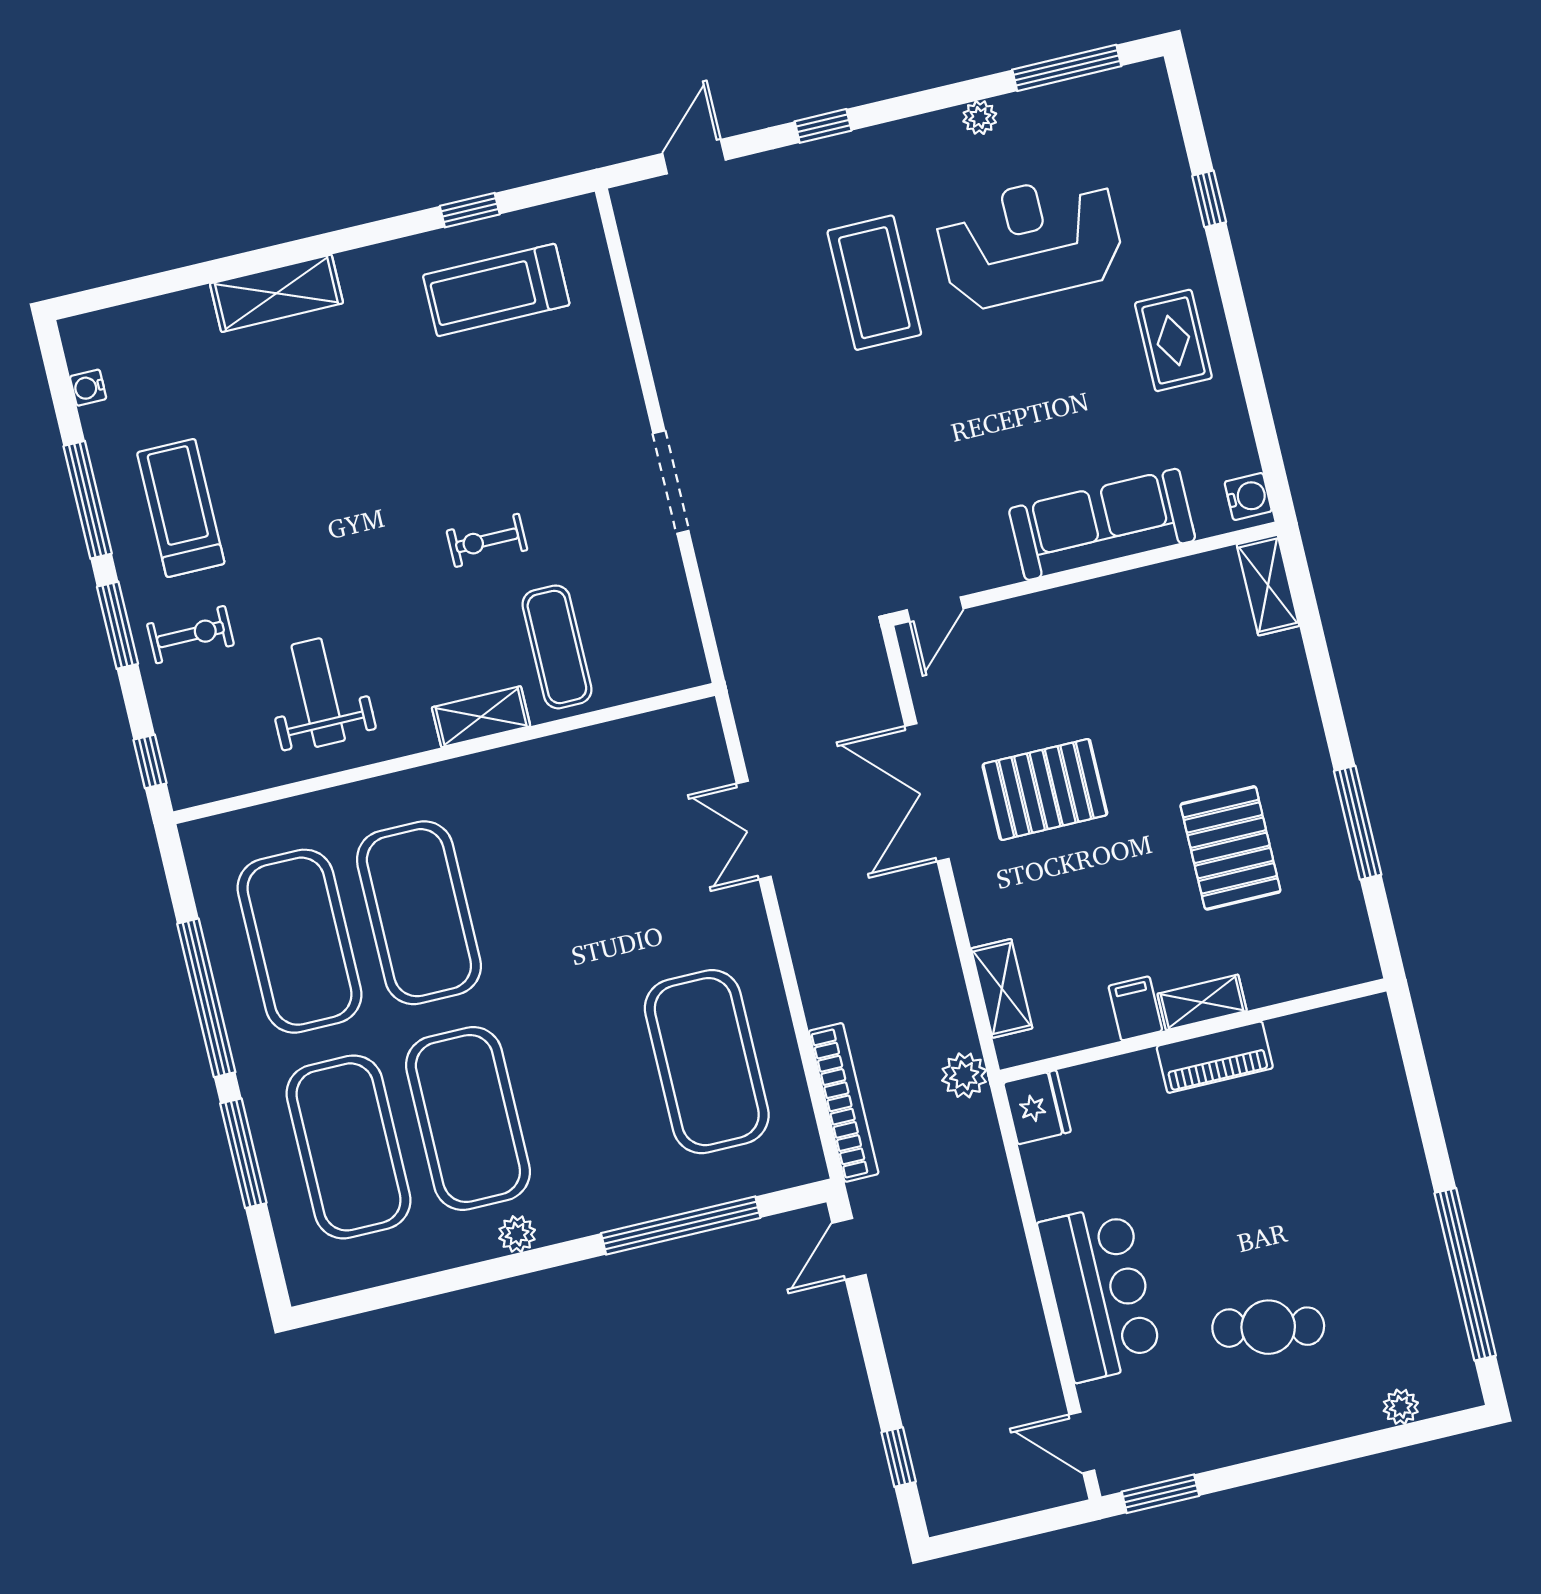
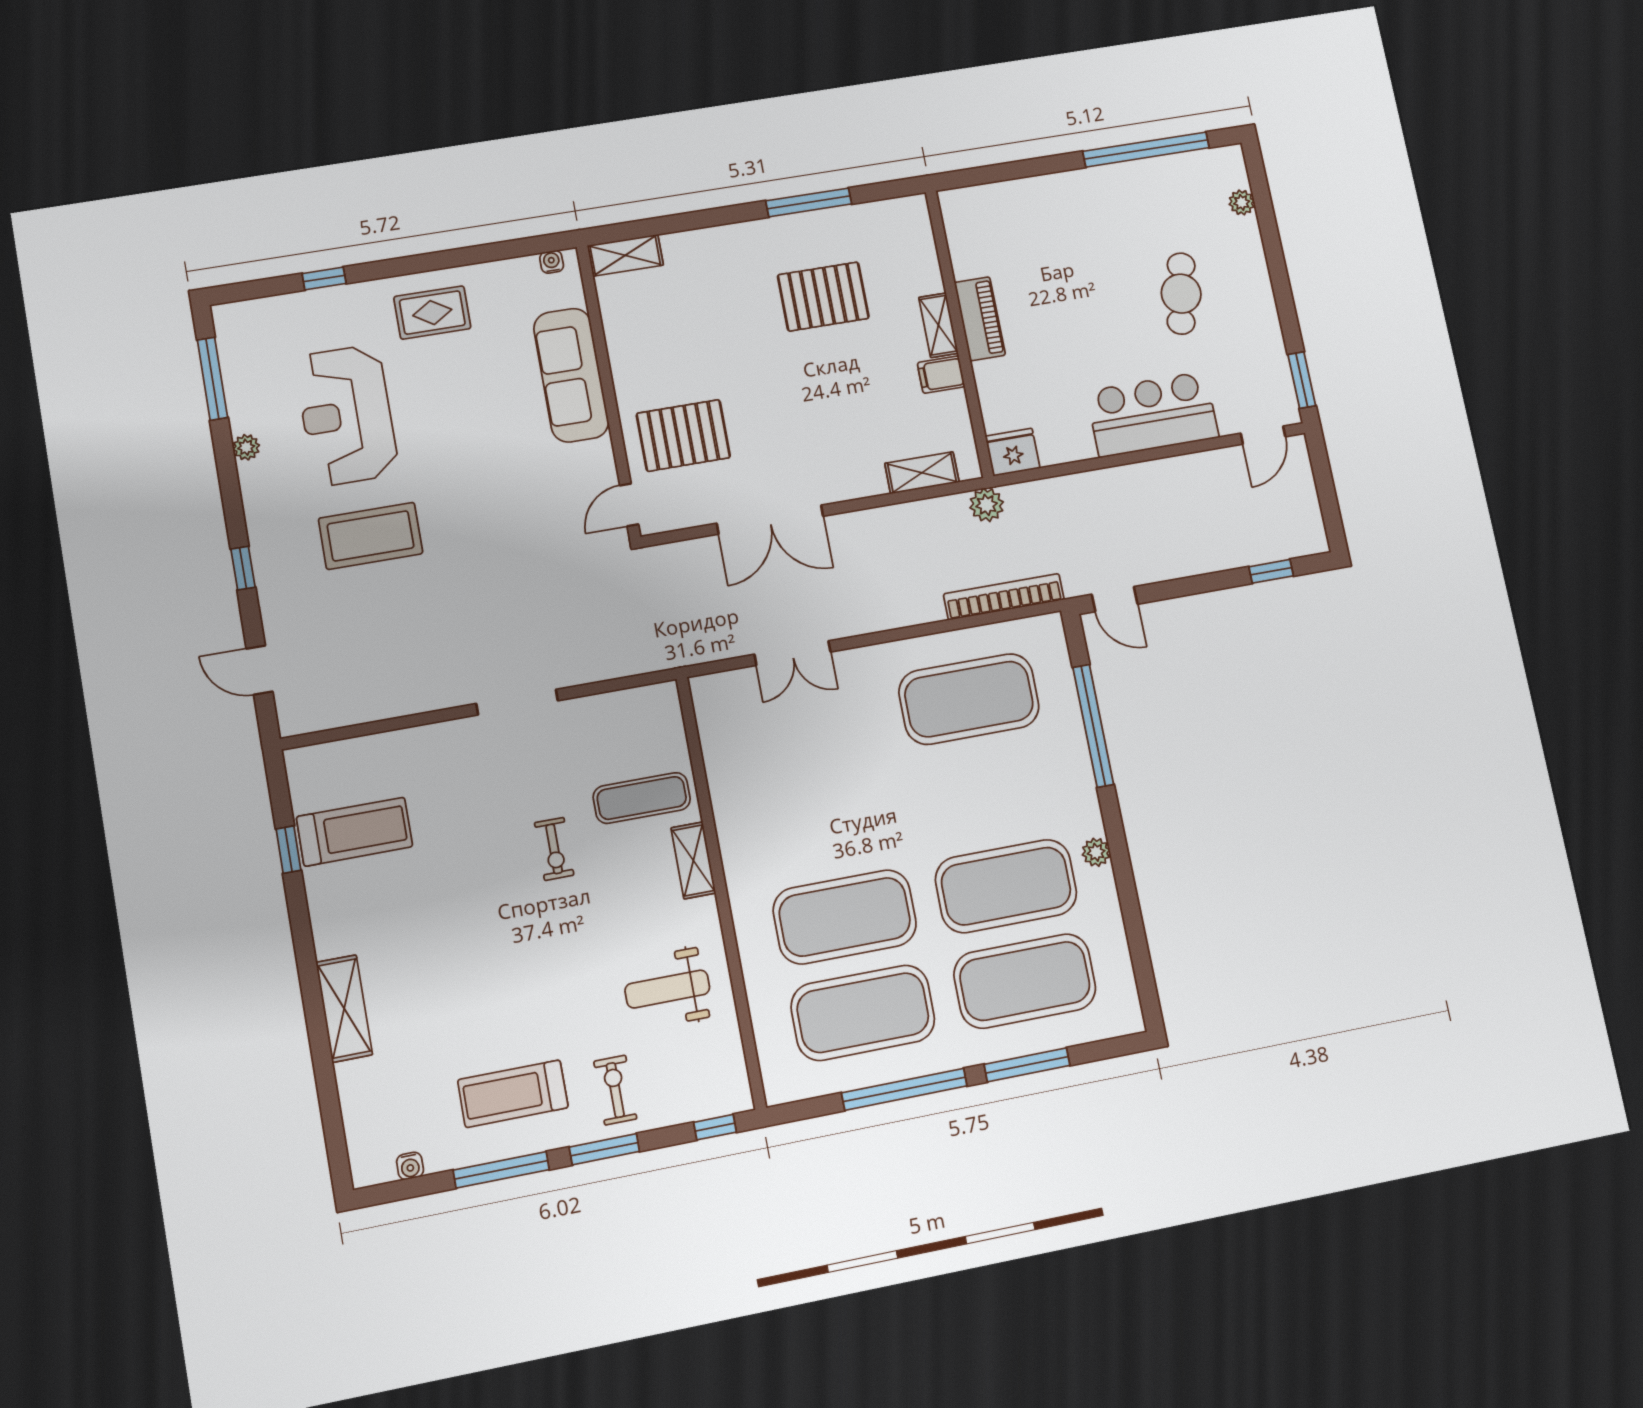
treadmill: (496, 290) -> (355, 832), turned -90
water cooler: (1248, 496) -> (552, 262), width x0.72, depth x0.72
door: (935, 609) -> (629, 505), swing flipped
pallet: (1045, 789) -> (683, 435), moved, turned 90

